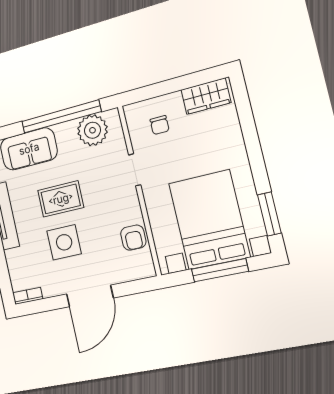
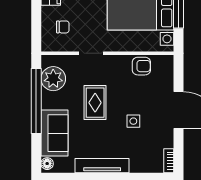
rug: (61, 199) -> (95, 103), moved
side table: (64, 242) -> (133, 121), width x0.54, depth x0.54

